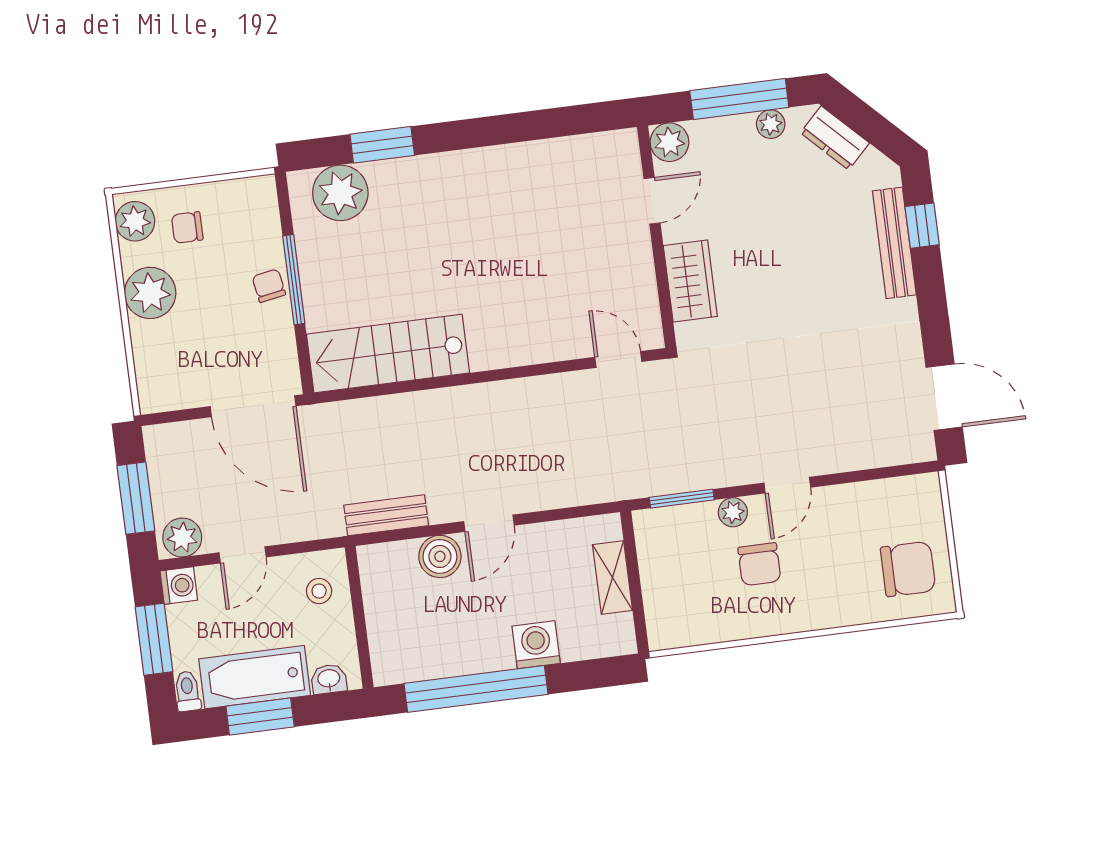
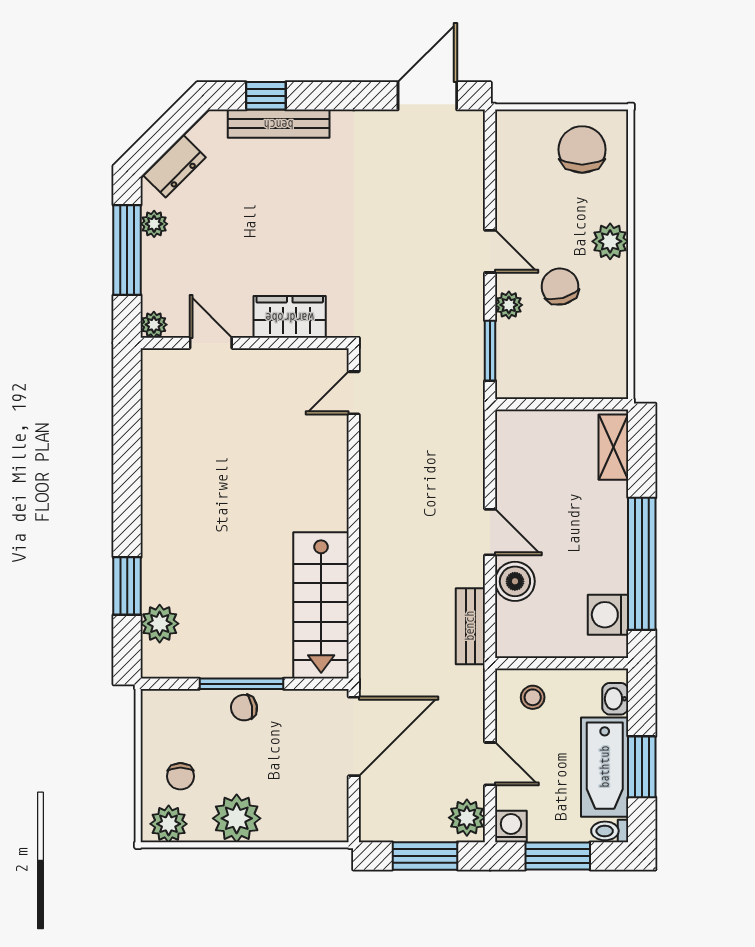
plant: (669, 142) -> (154, 325), width x0.73, depth x0.73
plant: (340, 193) -> (160, 624), width x0.73, depth x0.73
chair: (759, 564) -> (560, 287), turned -105
shelving: (612, 577) -> (613, 447), moved, turned 90
plant: (814, 611) -> (610, 241), added
washing machine: (536, 645) -> (608, 615), moved

